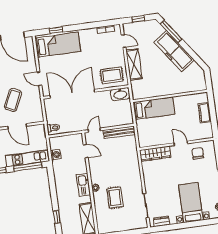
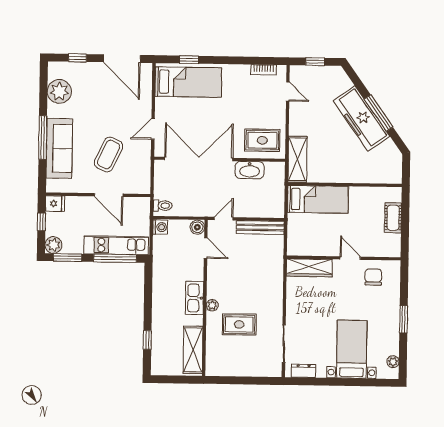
window: (171, 31) -> (379, 113), moved
shelving: (134, 64) -> (297, 159), moved
door: (39, 79) -> (153, 129), hinge flipped
washbasin: (120, 94) -> (250, 170), moved
boiler: (78, 138) -> (197, 227), added
washing machine: (56, 155) -> (160, 227), moved
rug: (115, 198) -> (239, 324), turned 90

